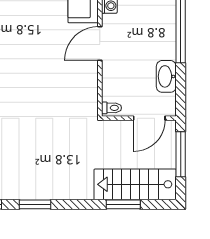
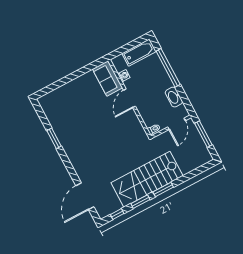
stairs: (135, 184) -> (147, 179), moved, width x1.36, depth x1.51
window: (123, 204) -> (163, 190), moved

